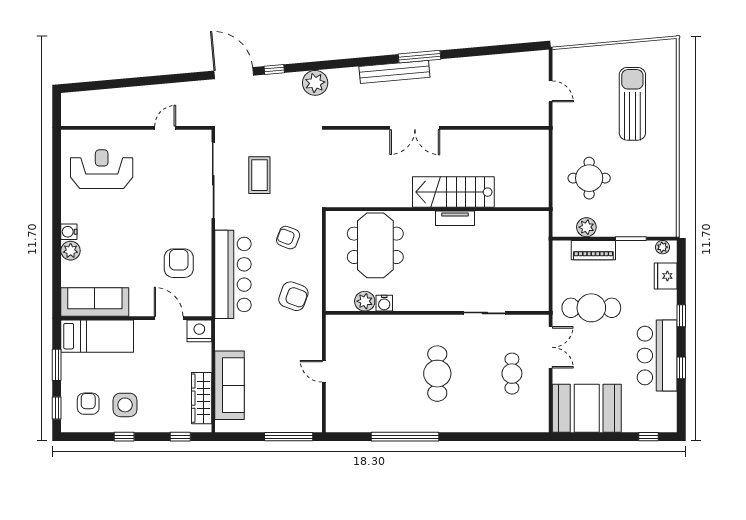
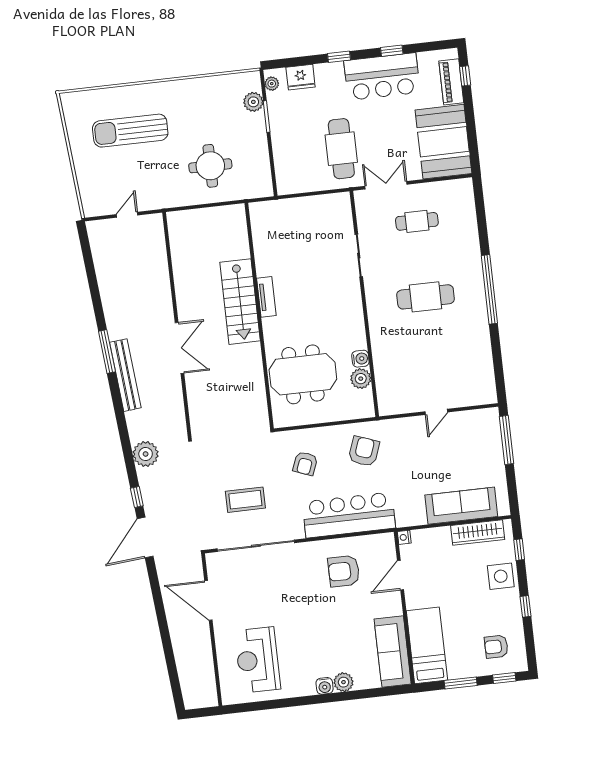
door: (165, 128) -> (208, 600), width x1.88
plant: (586, 227) -> (253, 102), moved
piano: (593, 250) -> (451, 82), moved, turned 180
nightstand: (199, 331) -> (404, 537), width x0.53, depth x0.56
side table: (125, 405) -> (501, 576), moved
window: (405, 437) -> (489, 289), moved

